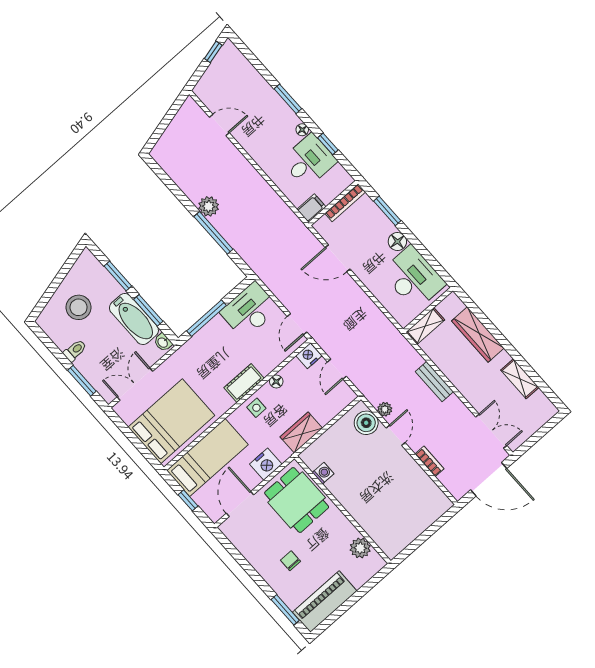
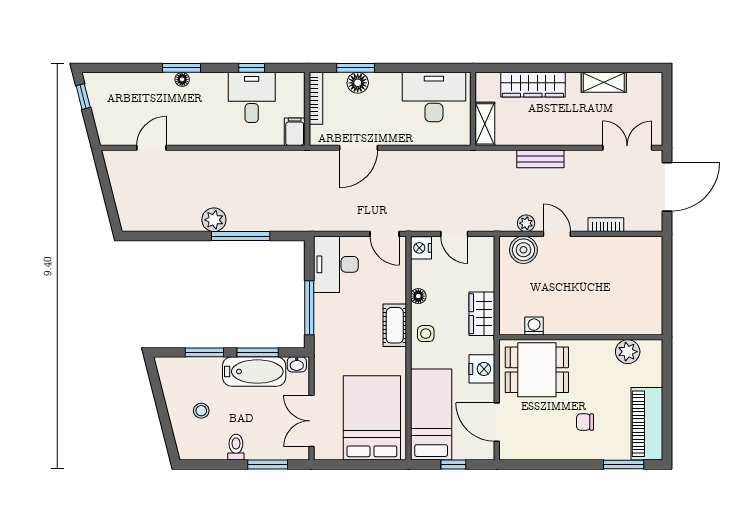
floor lamp: (302, 130) -> (182, 79), moved
floor lamp: (397, 242) -> (358, 83), moved
stool: (79, 307) -> (201, 411), width x0.53, depth x0.53

